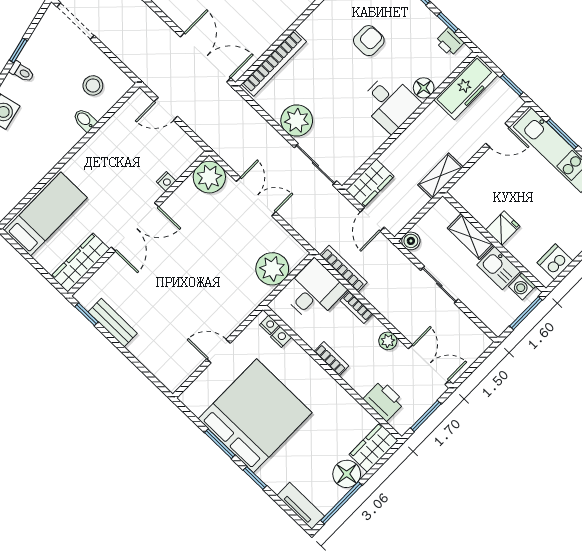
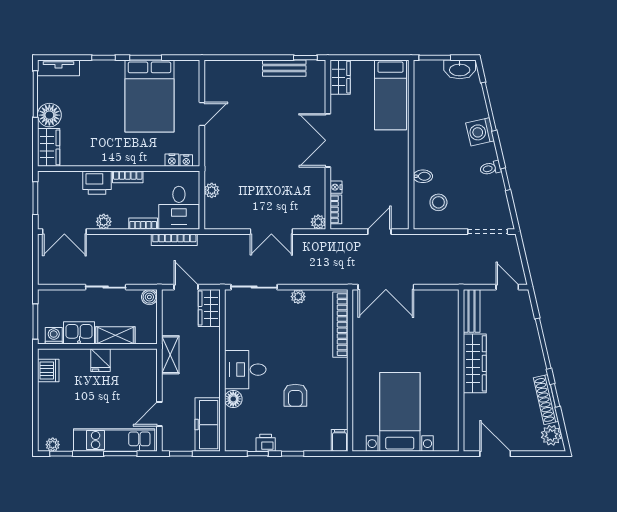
printer: (450, 42) -> (266, 443), moved
plant: (297, 121) -> (298, 297), width x0.53, depth x0.53
bookcase: (184, 163) -> (336, 209), added
plant: (209, 177) -> (318, 222), width x0.53, depth x0.53
wardrobe: (80, 263) -> (340, 77), width x0.67
plant: (272, 269) -> (212, 190), width x0.53, depth x0.53
printer: (384, 401) -> (97, 183), moved
bed: (255, 416) -> (149, 96), width x0.73

